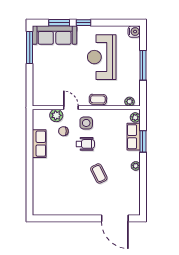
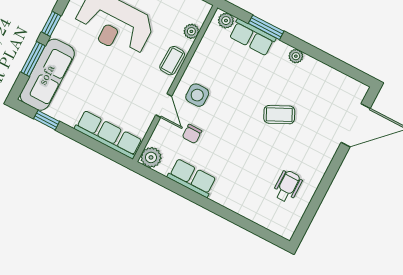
window: (30, 48) -> (47, 120), width x0.46
row of seats: (39, 86) -> (108, 135), added
plant: (130, 102) -> (191, 31), moved
door: (71, 108) -> (164, 105), swing flipped
plant: (56, 115) -> (151, 157), moved
wheelchair: (85, 144) -> (287, 186), moved

